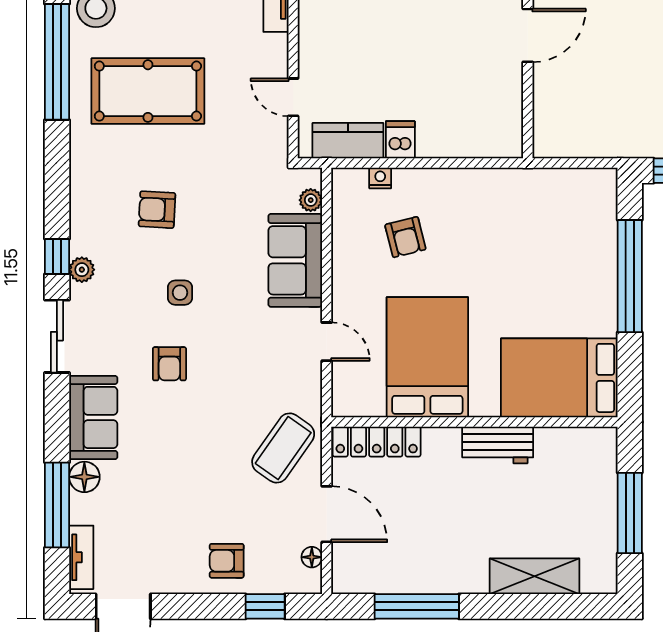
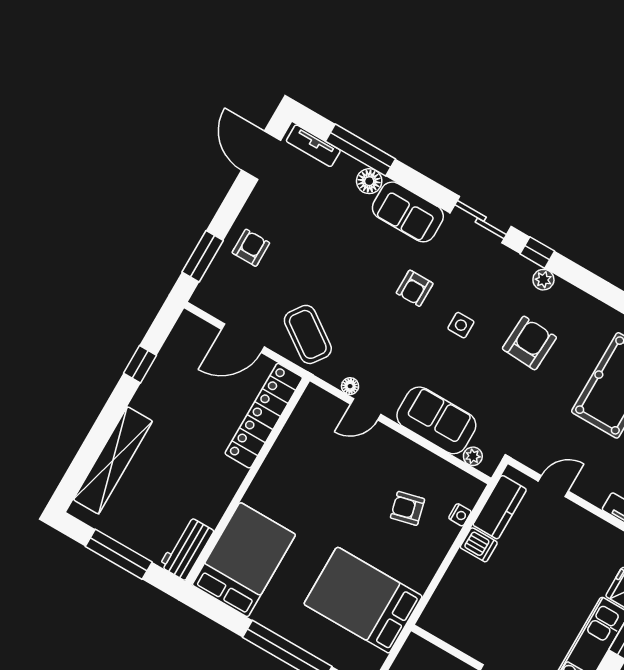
armchair: (157, 210) -> (529, 343), width x1.38, depth x1.38
plant: (82, 270) -> (543, 280), moved
bed: (427, 357) -> (363, 600), moved, turned 180
armchair: (169, 364) -> (415, 288), turned -90
locker: (377, 442) -> (264, 416), width x1.41, depth x1.21
workbench: (498, 445) -> (187, 548), moved
floor lamp: (312, 557) -> (350, 386), moved
shelving: (534, 576) -> (113, 460), width x1.47
window: (265, 606) -> (203, 256), width x1.50
window: (417, 606) -> (140, 364), width x0.46

